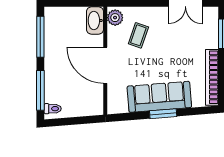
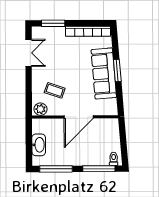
washbasin: (95, 20) -> (39, 145), moved, turned -90

